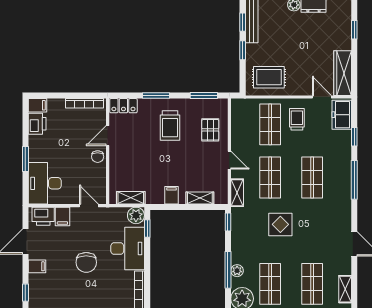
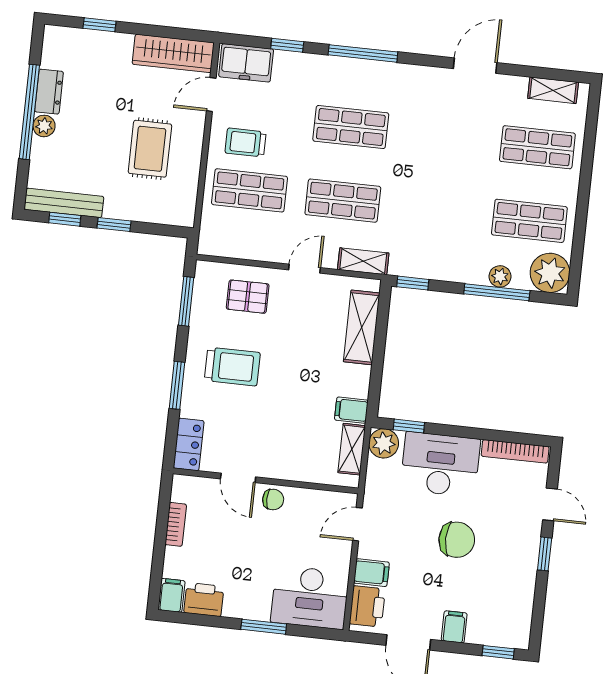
rug: (269, 77) -> (150, 149), moved
bookcase: (84, 103) -> (176, 524), width x0.64
filing cabinet: (171, 195) -> (351, 410), moved
shelving: (200, 198) -> (362, 327), width x1.50, depth x1.33
display table: (280, 224) -> (427, 191), removed

